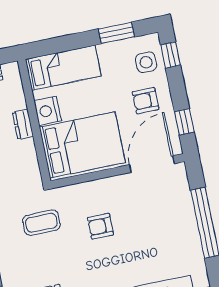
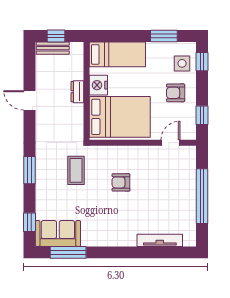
door: (152, 164) -> (170, 143), width x0.53
coffee table: (41, 223) -> (76, 170), turned 90

